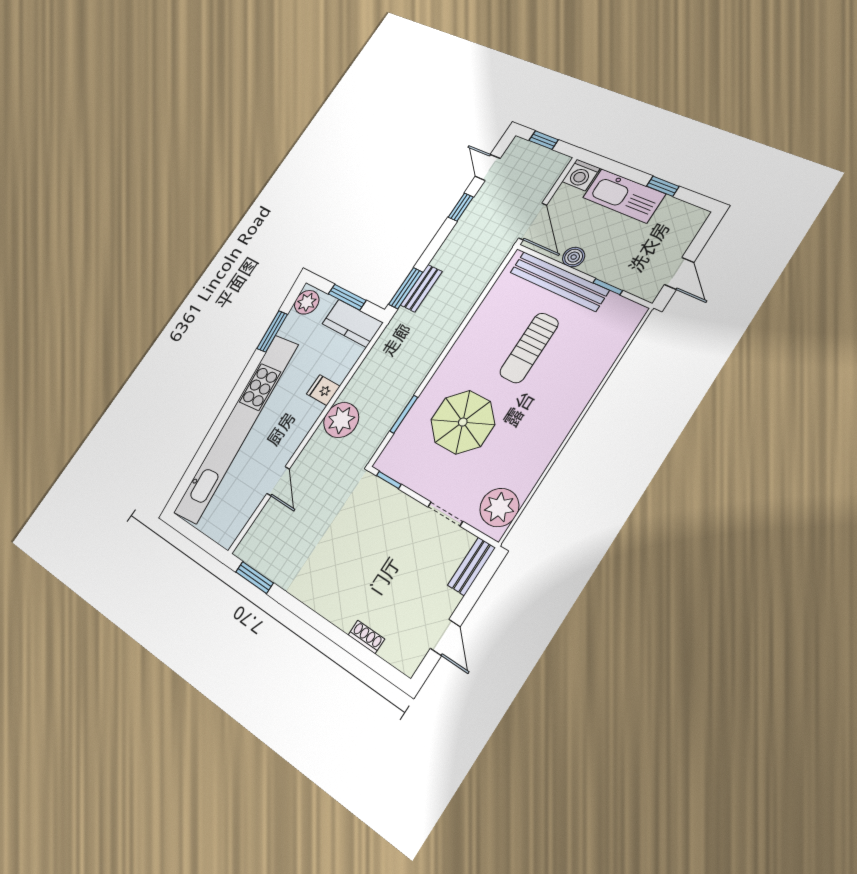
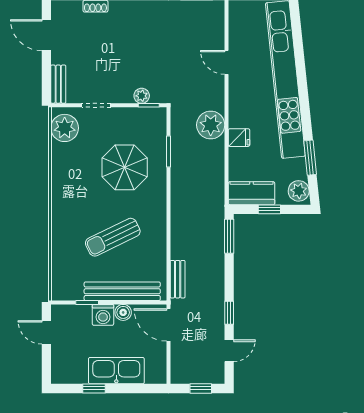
door: (488, 167) -> (229, 351), hinge flipped
washing machine: (581, 175) -> (103, 315), moved, turned 180
bench: (421, 288) -> (178, 279), moved
window: (347, 297) -> (269, 209), width x0.67
sun lounger: (529, 348) -> (113, 237), turned -116
plant: (389, 496) -> (142, 96), added
door: (445, 637) -> (46, 35), width x1.38

